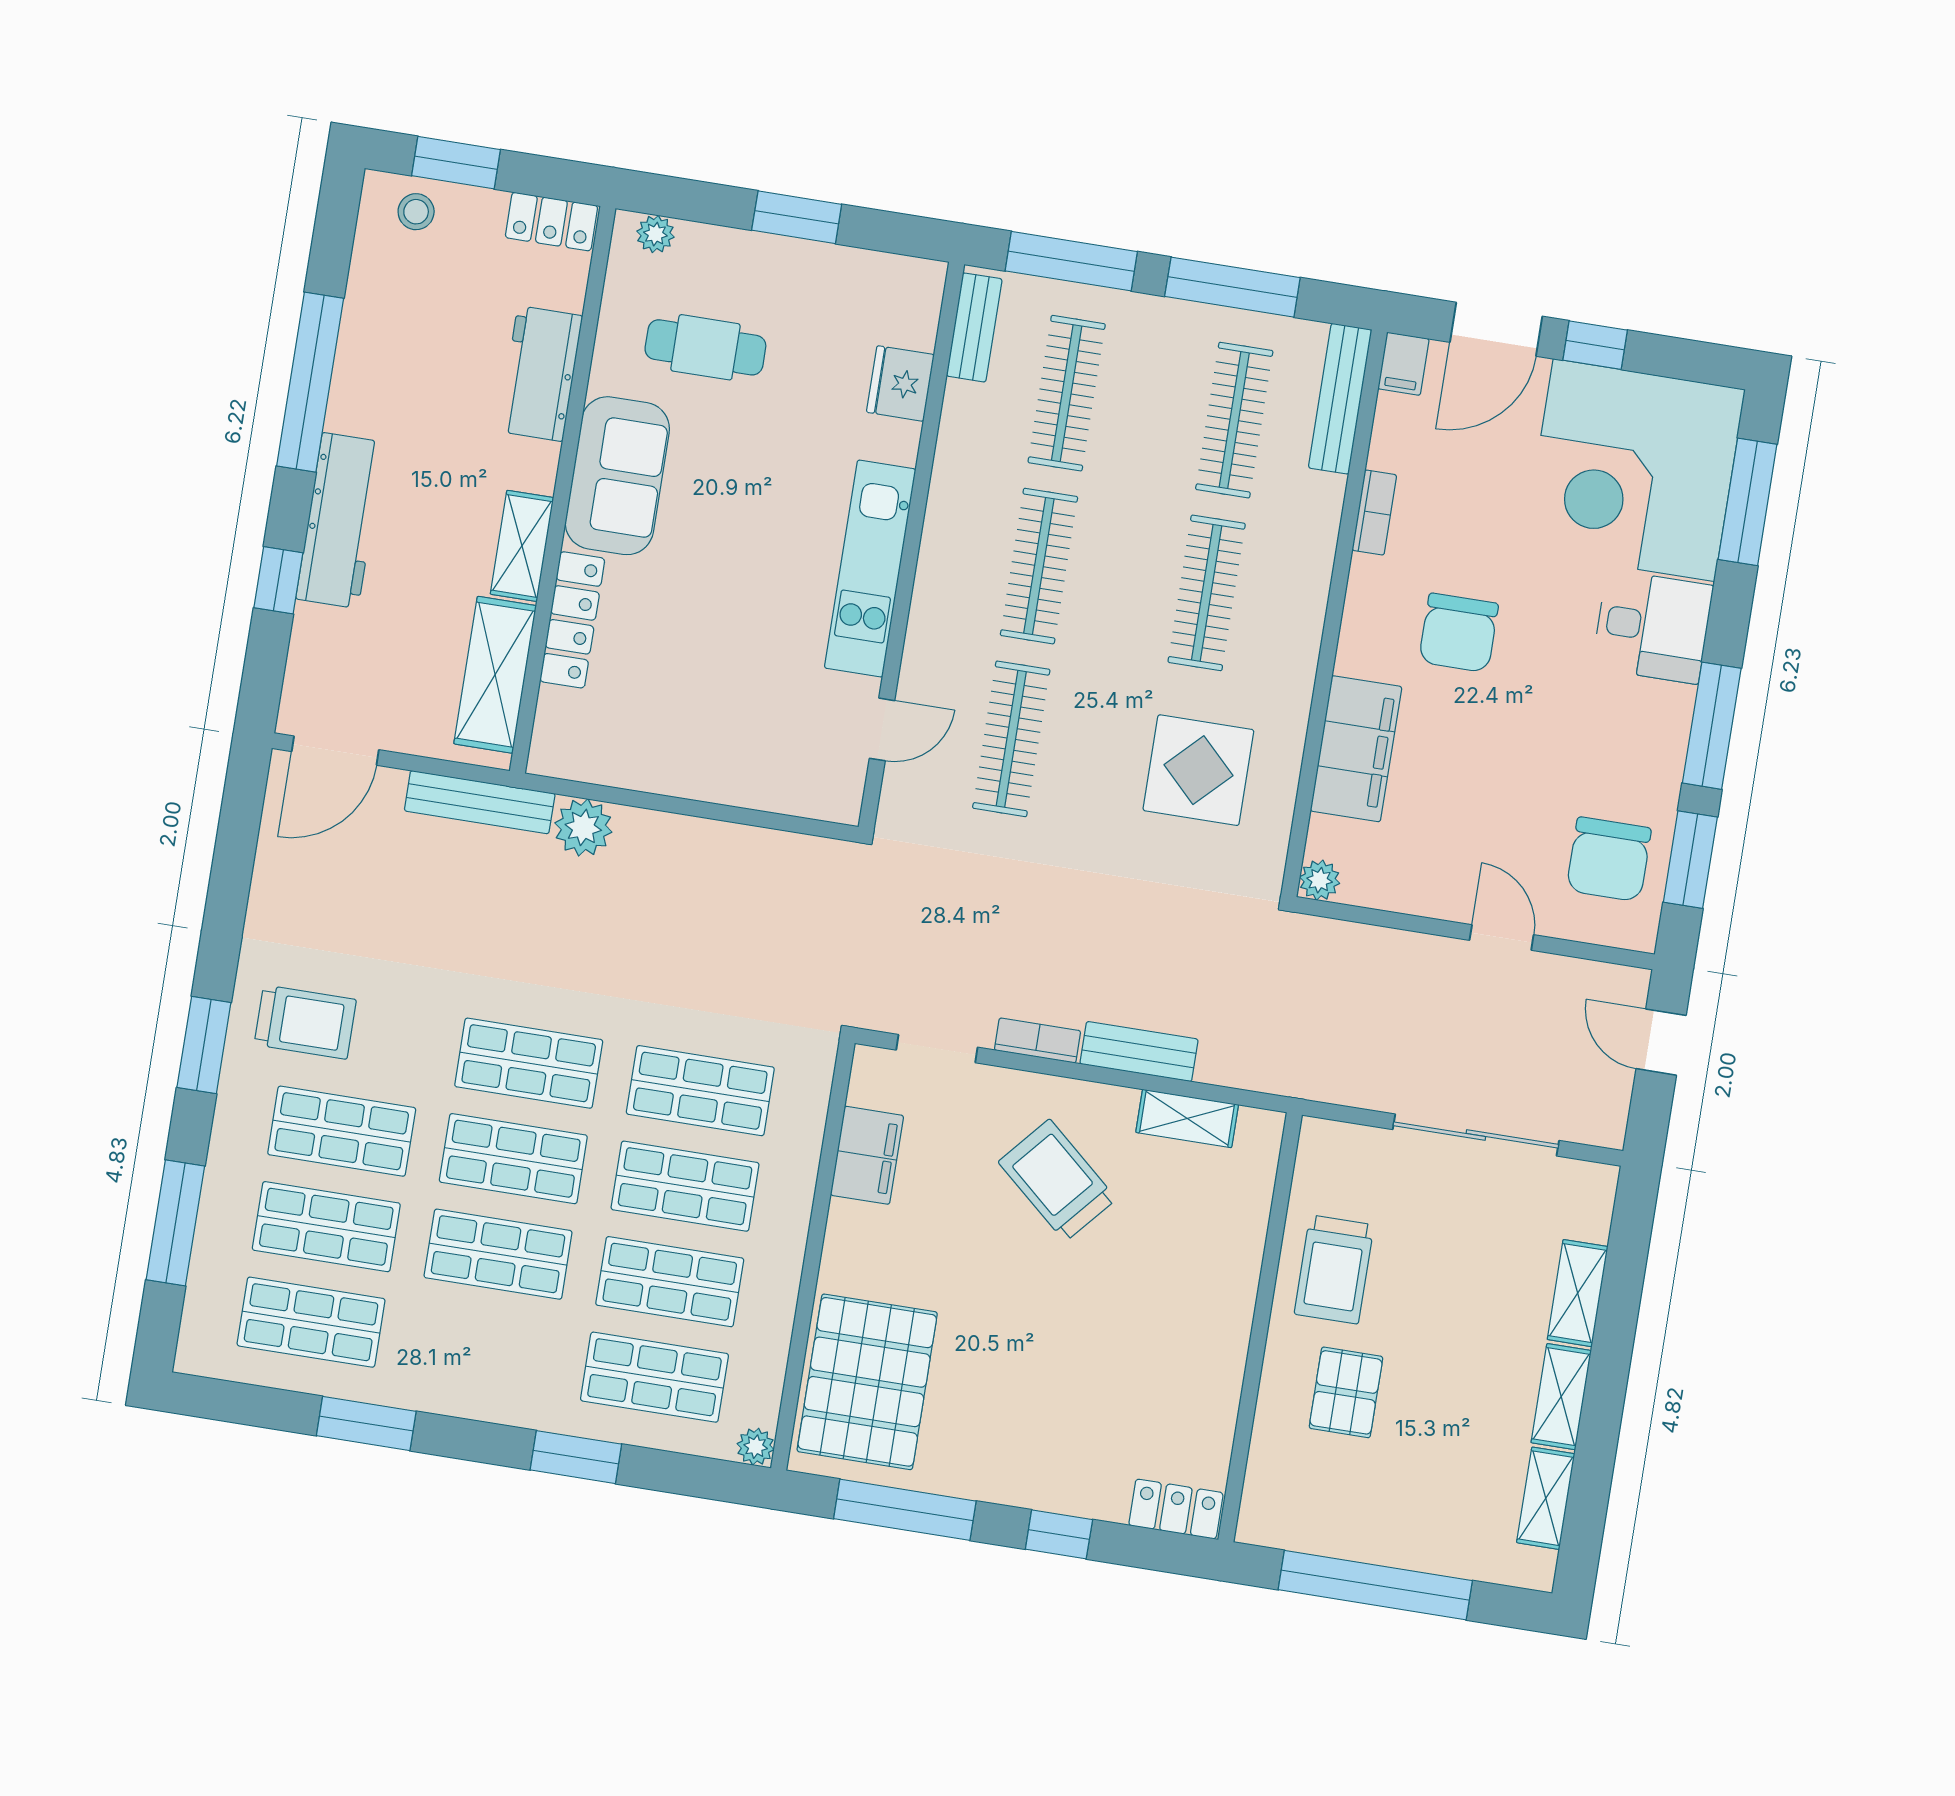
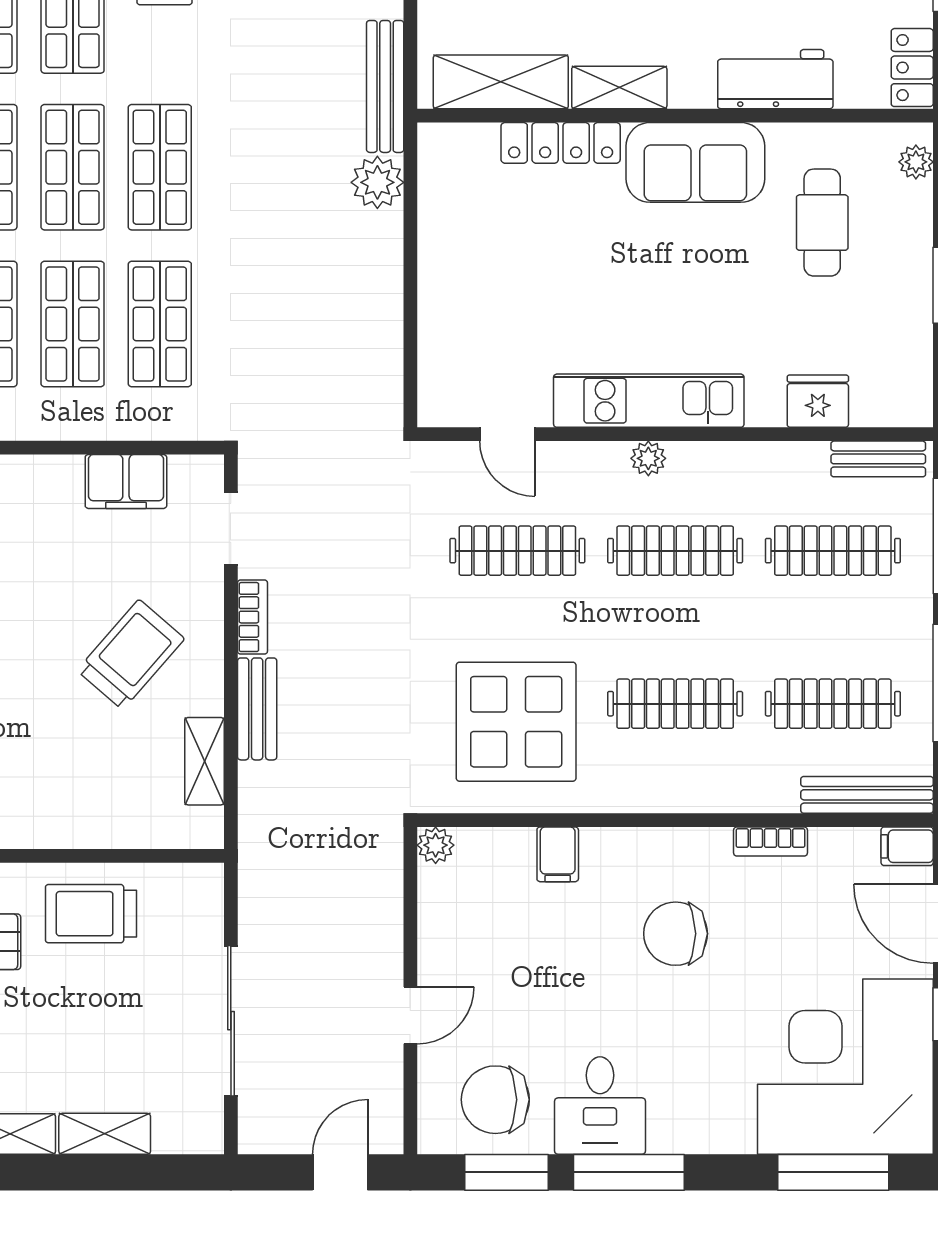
plant: (933, 579) -> (648, 458), added
desk: (1653, 627) -> (600, 1106), moved
filing cabinet: (1356, 749) -> (558, 854), width x0.33, depth x0.86
display table: (1198, 770) -> (516, 722), width x1.36, depth x1.36

